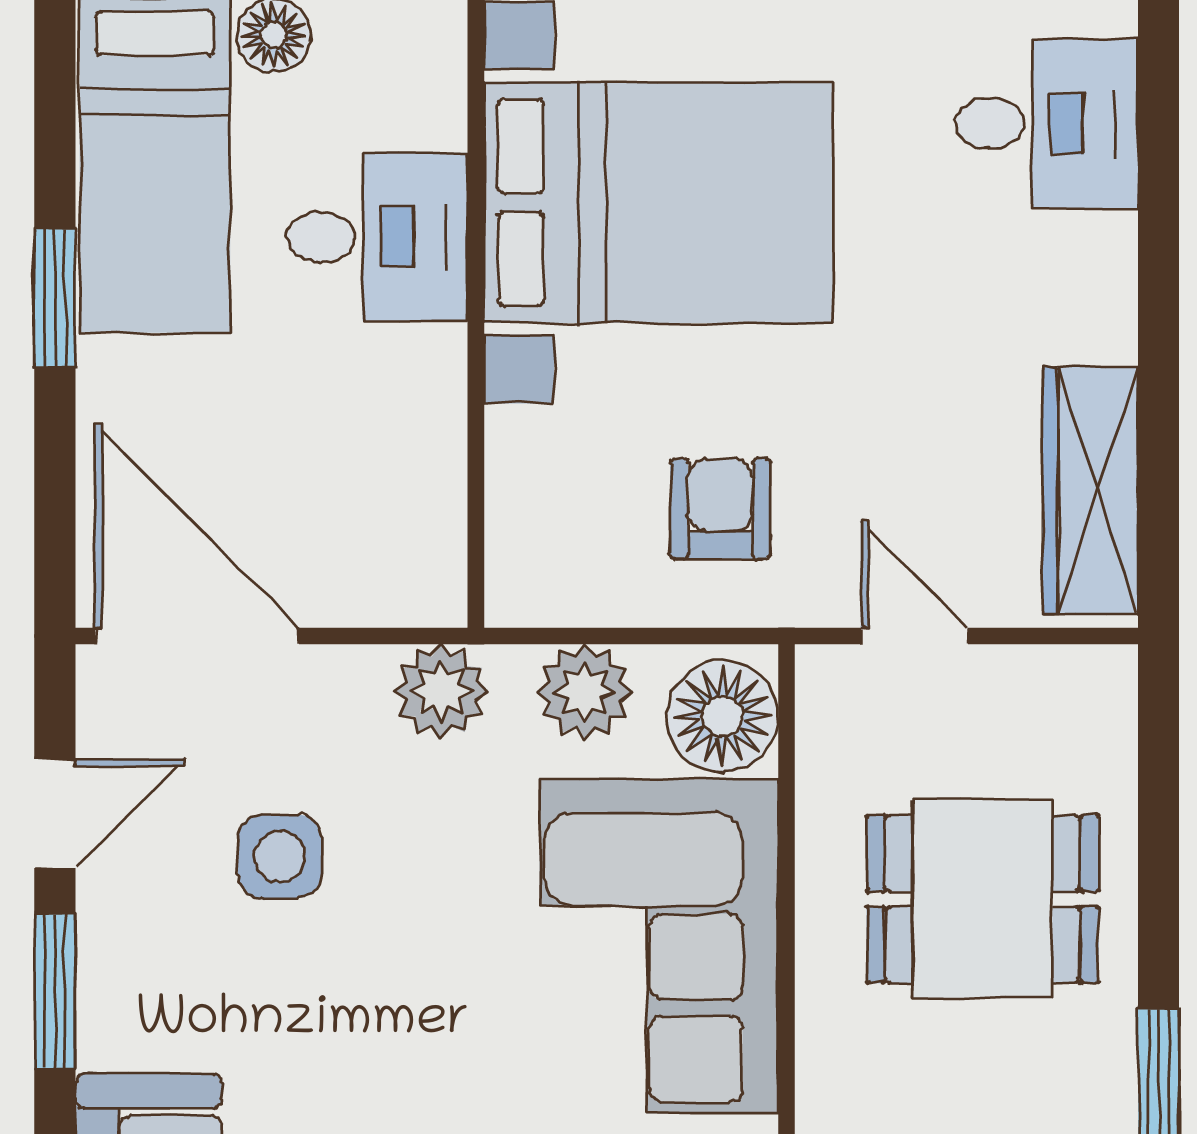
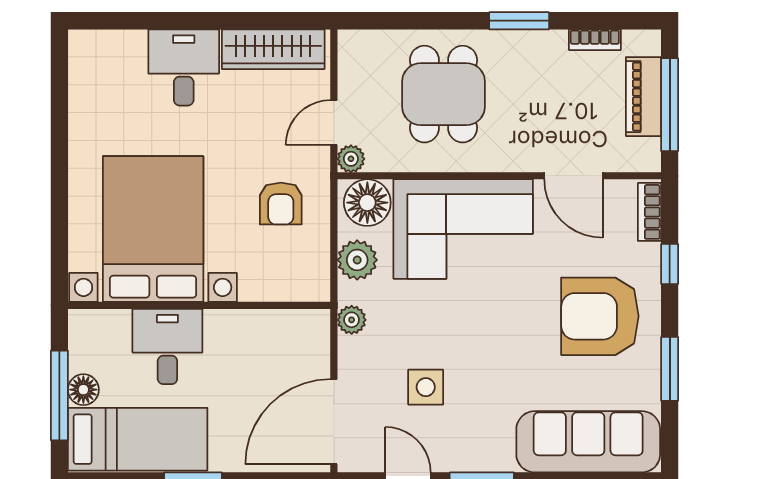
desk: (1047, 124) -> (184, 67), moved
armchair: (720, 509) -> (281, 203), turned -90
plant: (827, 677) -> (351, 159), added
plant: (441, 691) -> (352, 320), width x0.73, depth x0.73

